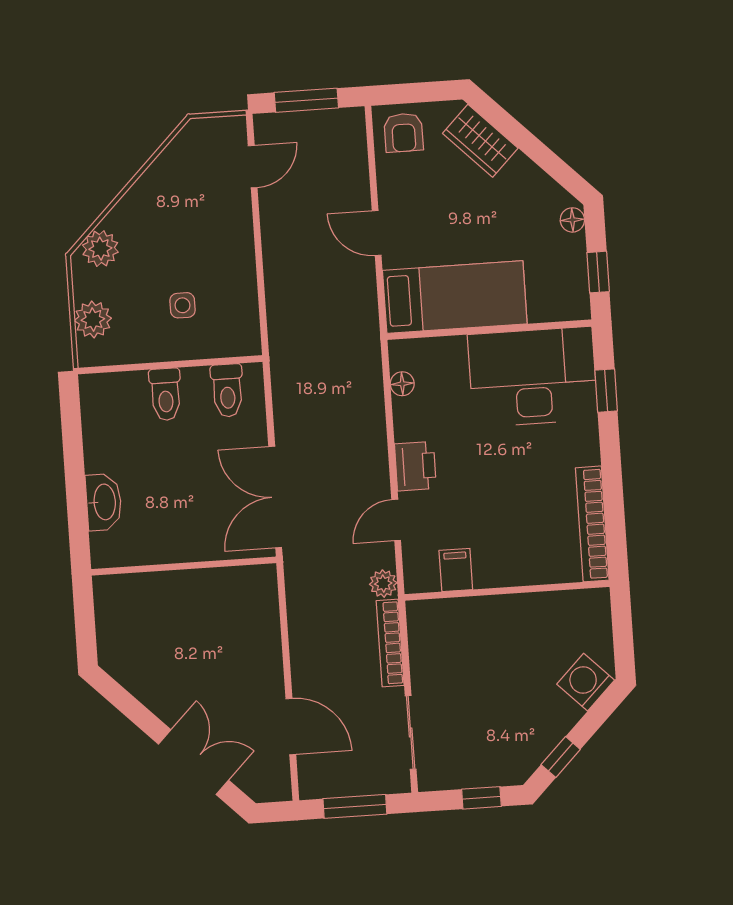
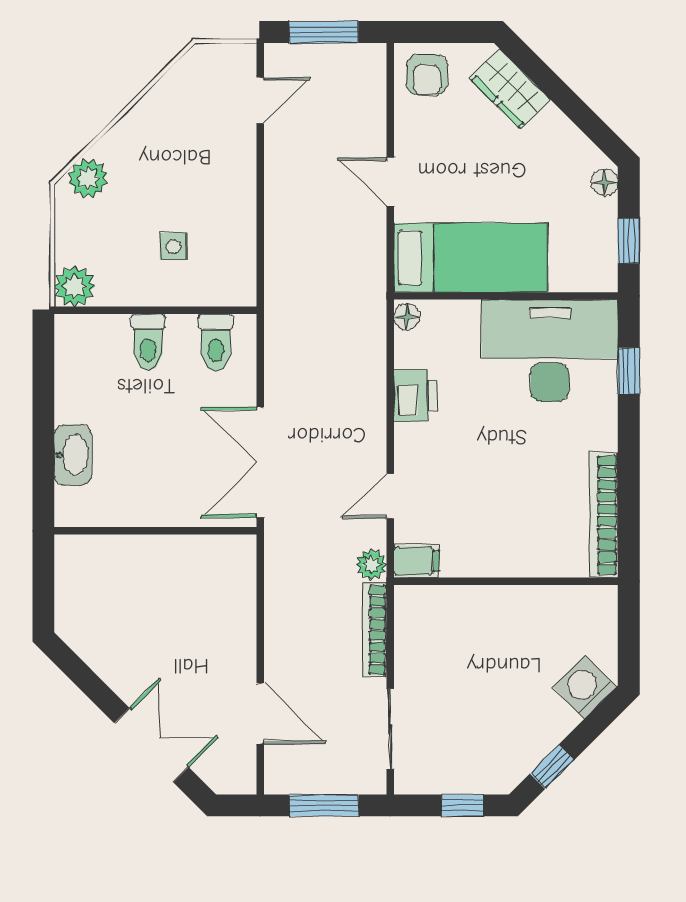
plant: (93, 319) -> (75, 286), moved
floor lamp: (402, 384) -> (407, 317), moved
printer: (415, 466) -> (415, 395), moved
filing cabinet: (456, 570) -> (416, 561), moved, turned 90

